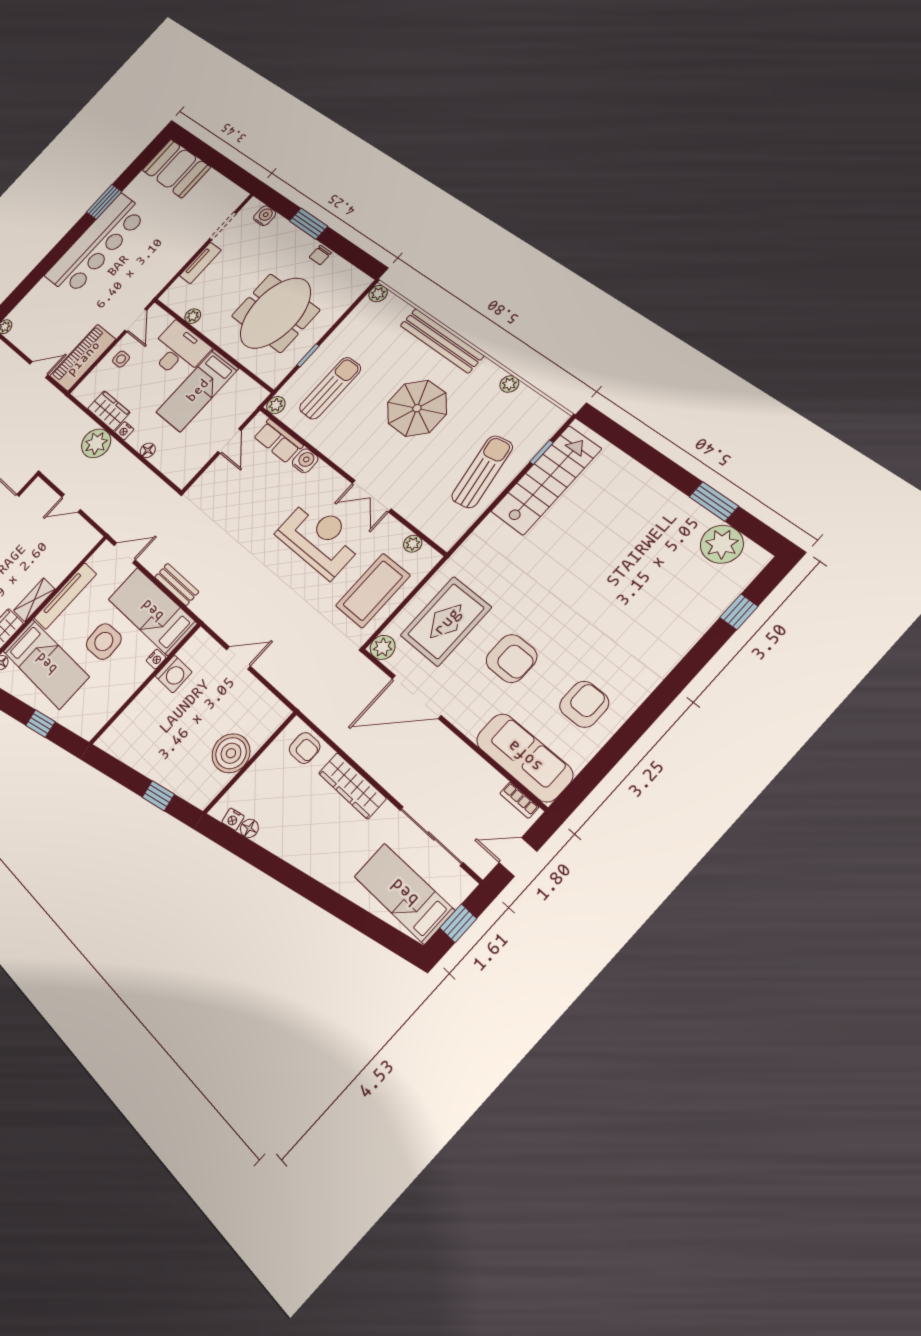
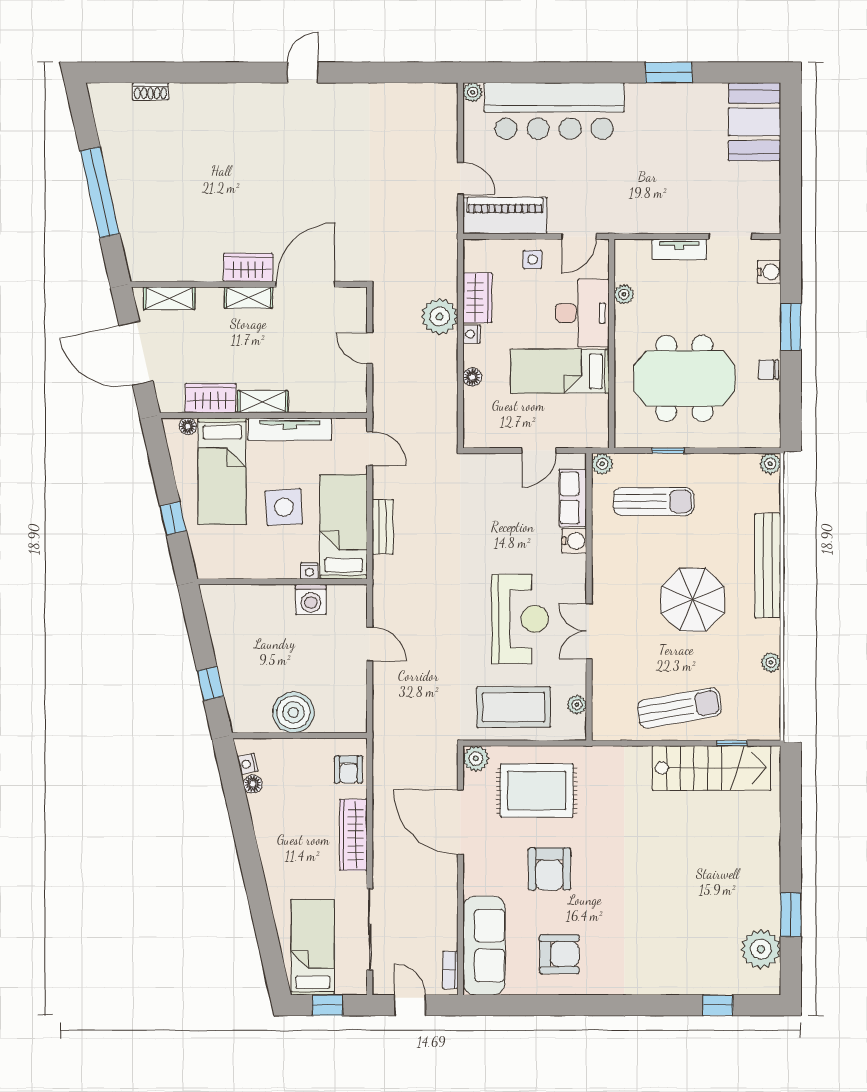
bar counter: (96, 245) -> (554, 111), moved

